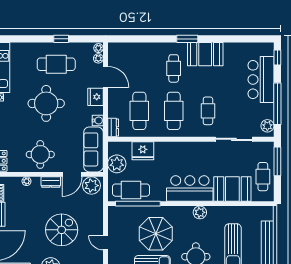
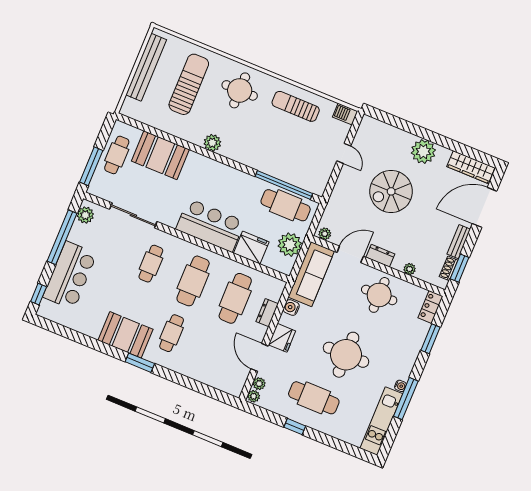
dresser: (113, 128) -> (267, 313), moved
plant: (92, 186) -> (325, 234), width x0.53, depth x0.53
bar counter: (190, 188) -> (210, 225), moved, turned 180
parasol: (156, 234) -> (277, 139), removed

